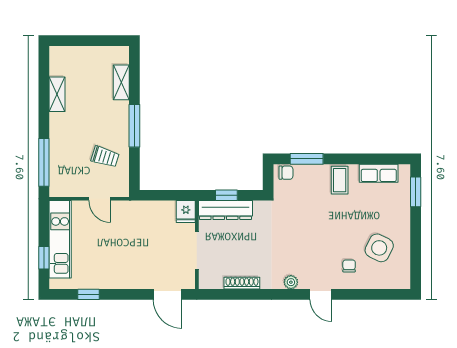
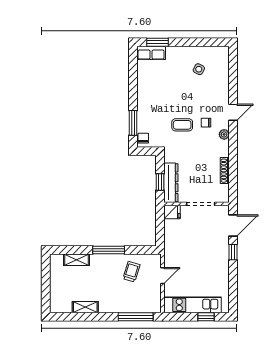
row of seats: (379, 173) -> (151, 53), moved, turned 90
coffee table: (340, 180) -> (182, 125), moved
side table: (379, 248) -> (199, 69), width x0.54, depth x0.54
chair: (349, 266) -> (206, 123), moved
window: (88, 294) -> (233, 252), moved

